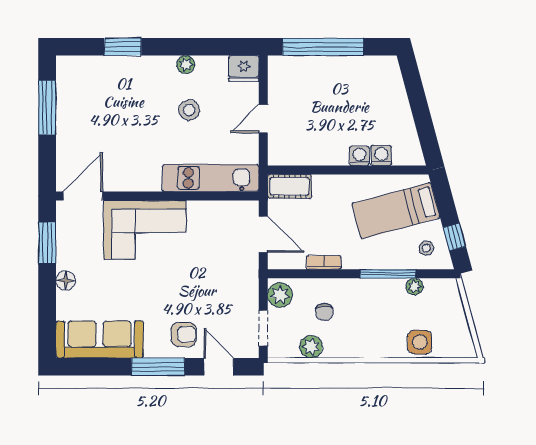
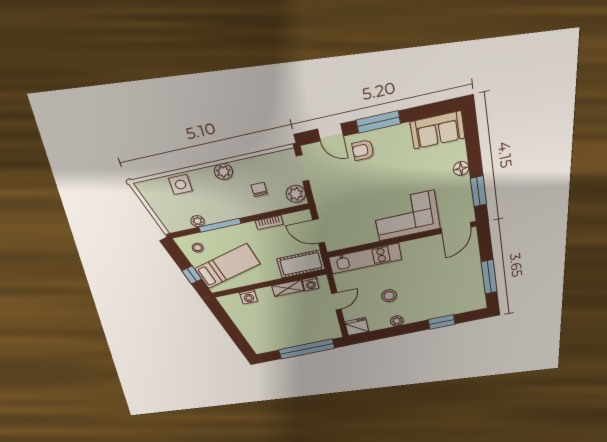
shelving: (325, 156) -> (288, 288), added
washing machine: (359, 156) -> (311, 284), moved
cot: (290, 186) -> (301, 264), width x1.37, depth x1.34
window: (454, 237) -> (192, 275), moved
sofa: (100, 339) -> (438, 130), width x0.73
plant: (311, 347) -> (223, 172), moved

